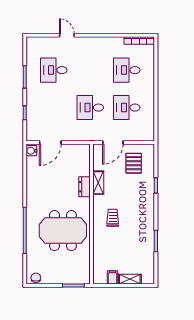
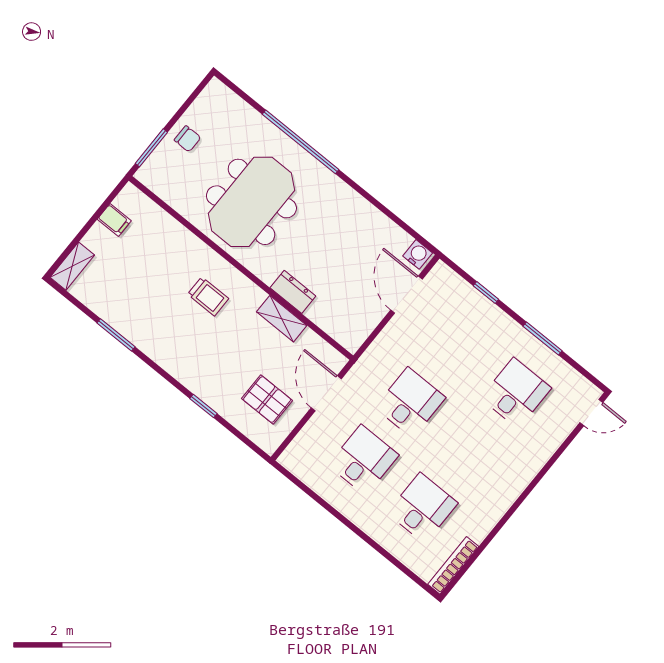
door: (67, 35) -> (591, 413), moved
chair: (36, 278) -> (188, 139), moved
shelving: (130, 279) -> (72, 266), moved

